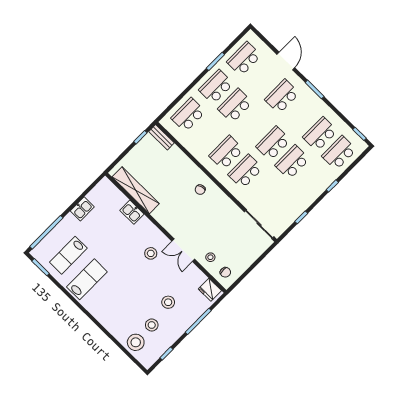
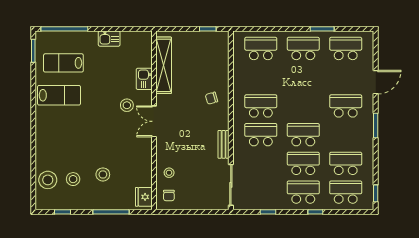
school desk: (235, 106) -> (303, 192), moved
bench: (161, 137) -> (224, 144), moved
chair: (200, 190) -> (212, 98), moved
double door: (183, 250) -> (154, 121), moved
stool: (151, 253) -> (127, 105), moved

